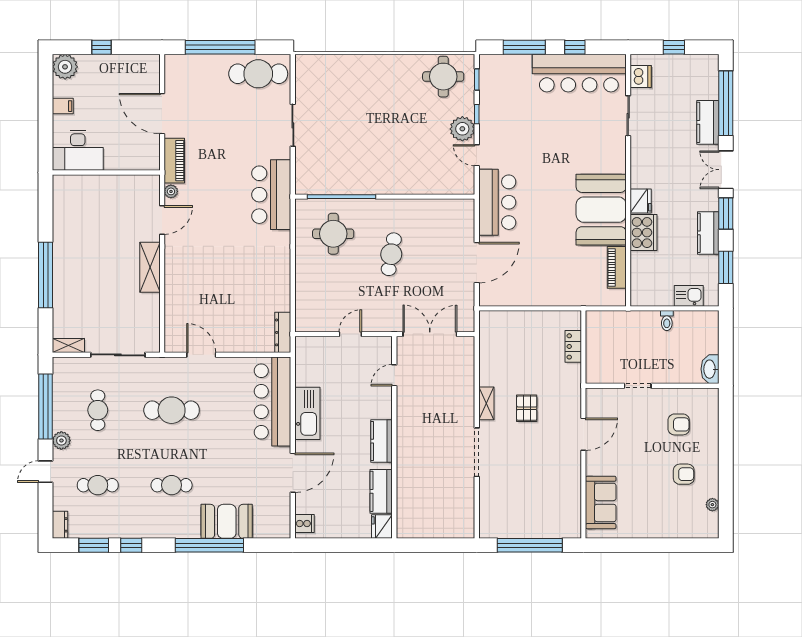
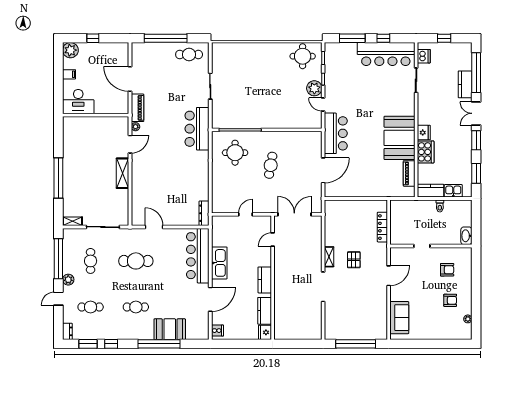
cafe table: (258, 74) -> (189, 55), width x0.73, depth x0.74
kitchen counter: (708, 233) -> (430, 191), moved, turned 90
locker: (573, 346) -> (382, 227), width x1.53

